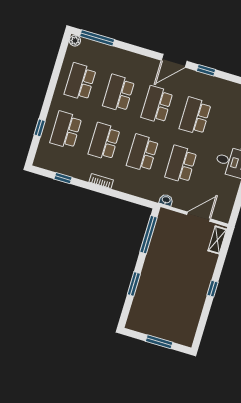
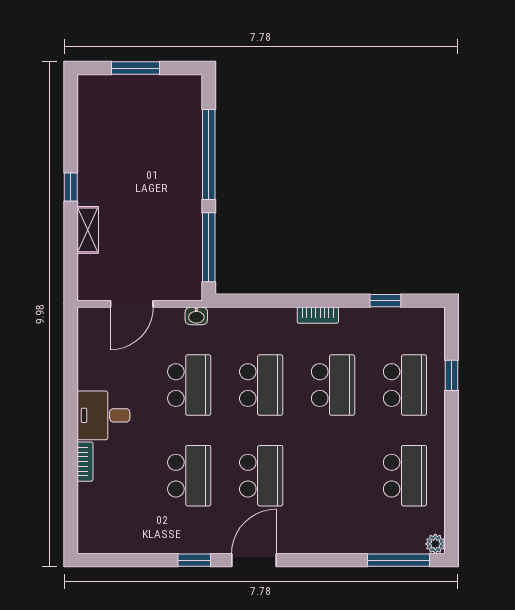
school desk: (119, 93) -> (333, 476), removed
shelving: (217, 240) -> (88, 230), moved
window: (134, 284) -> (209, 154), width x2.11

